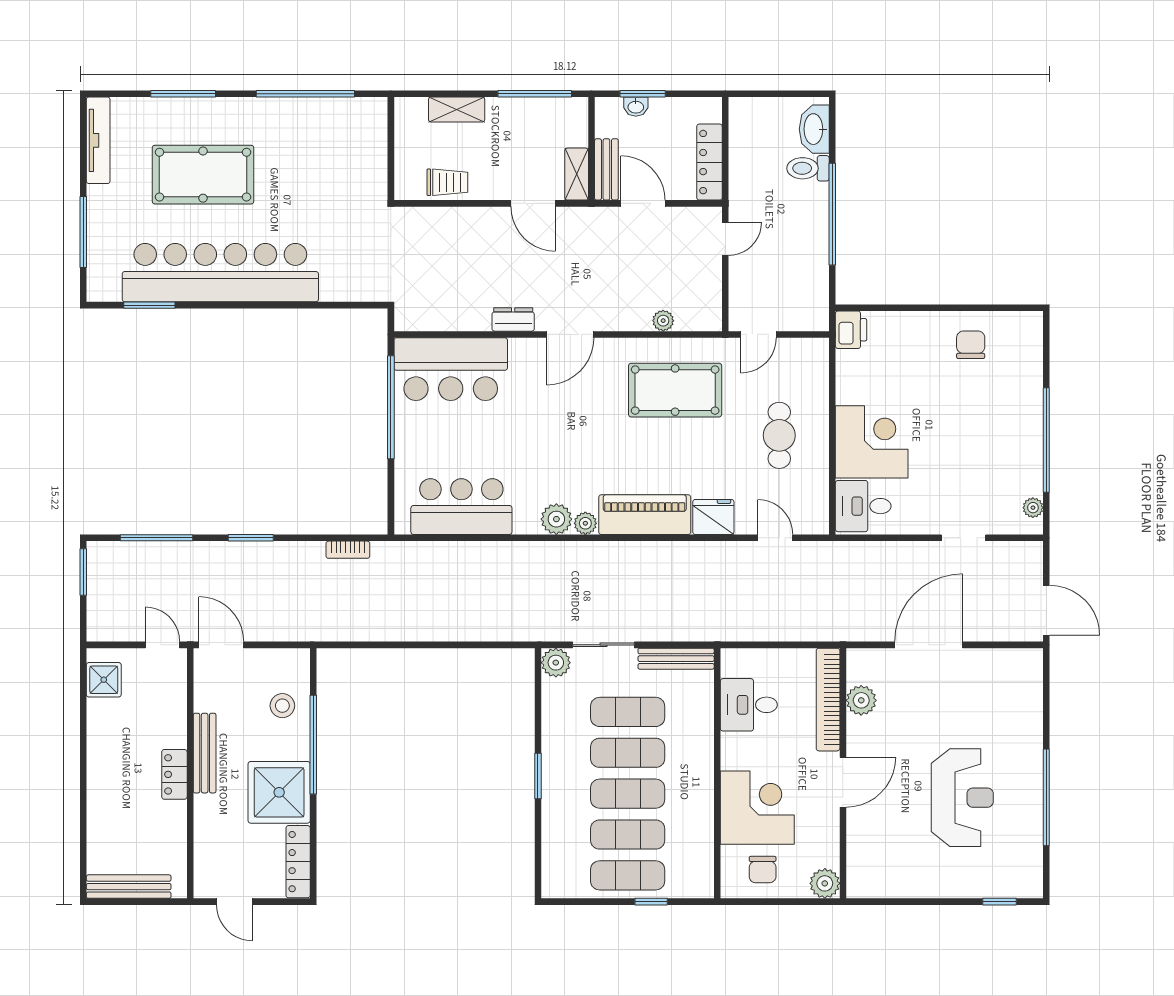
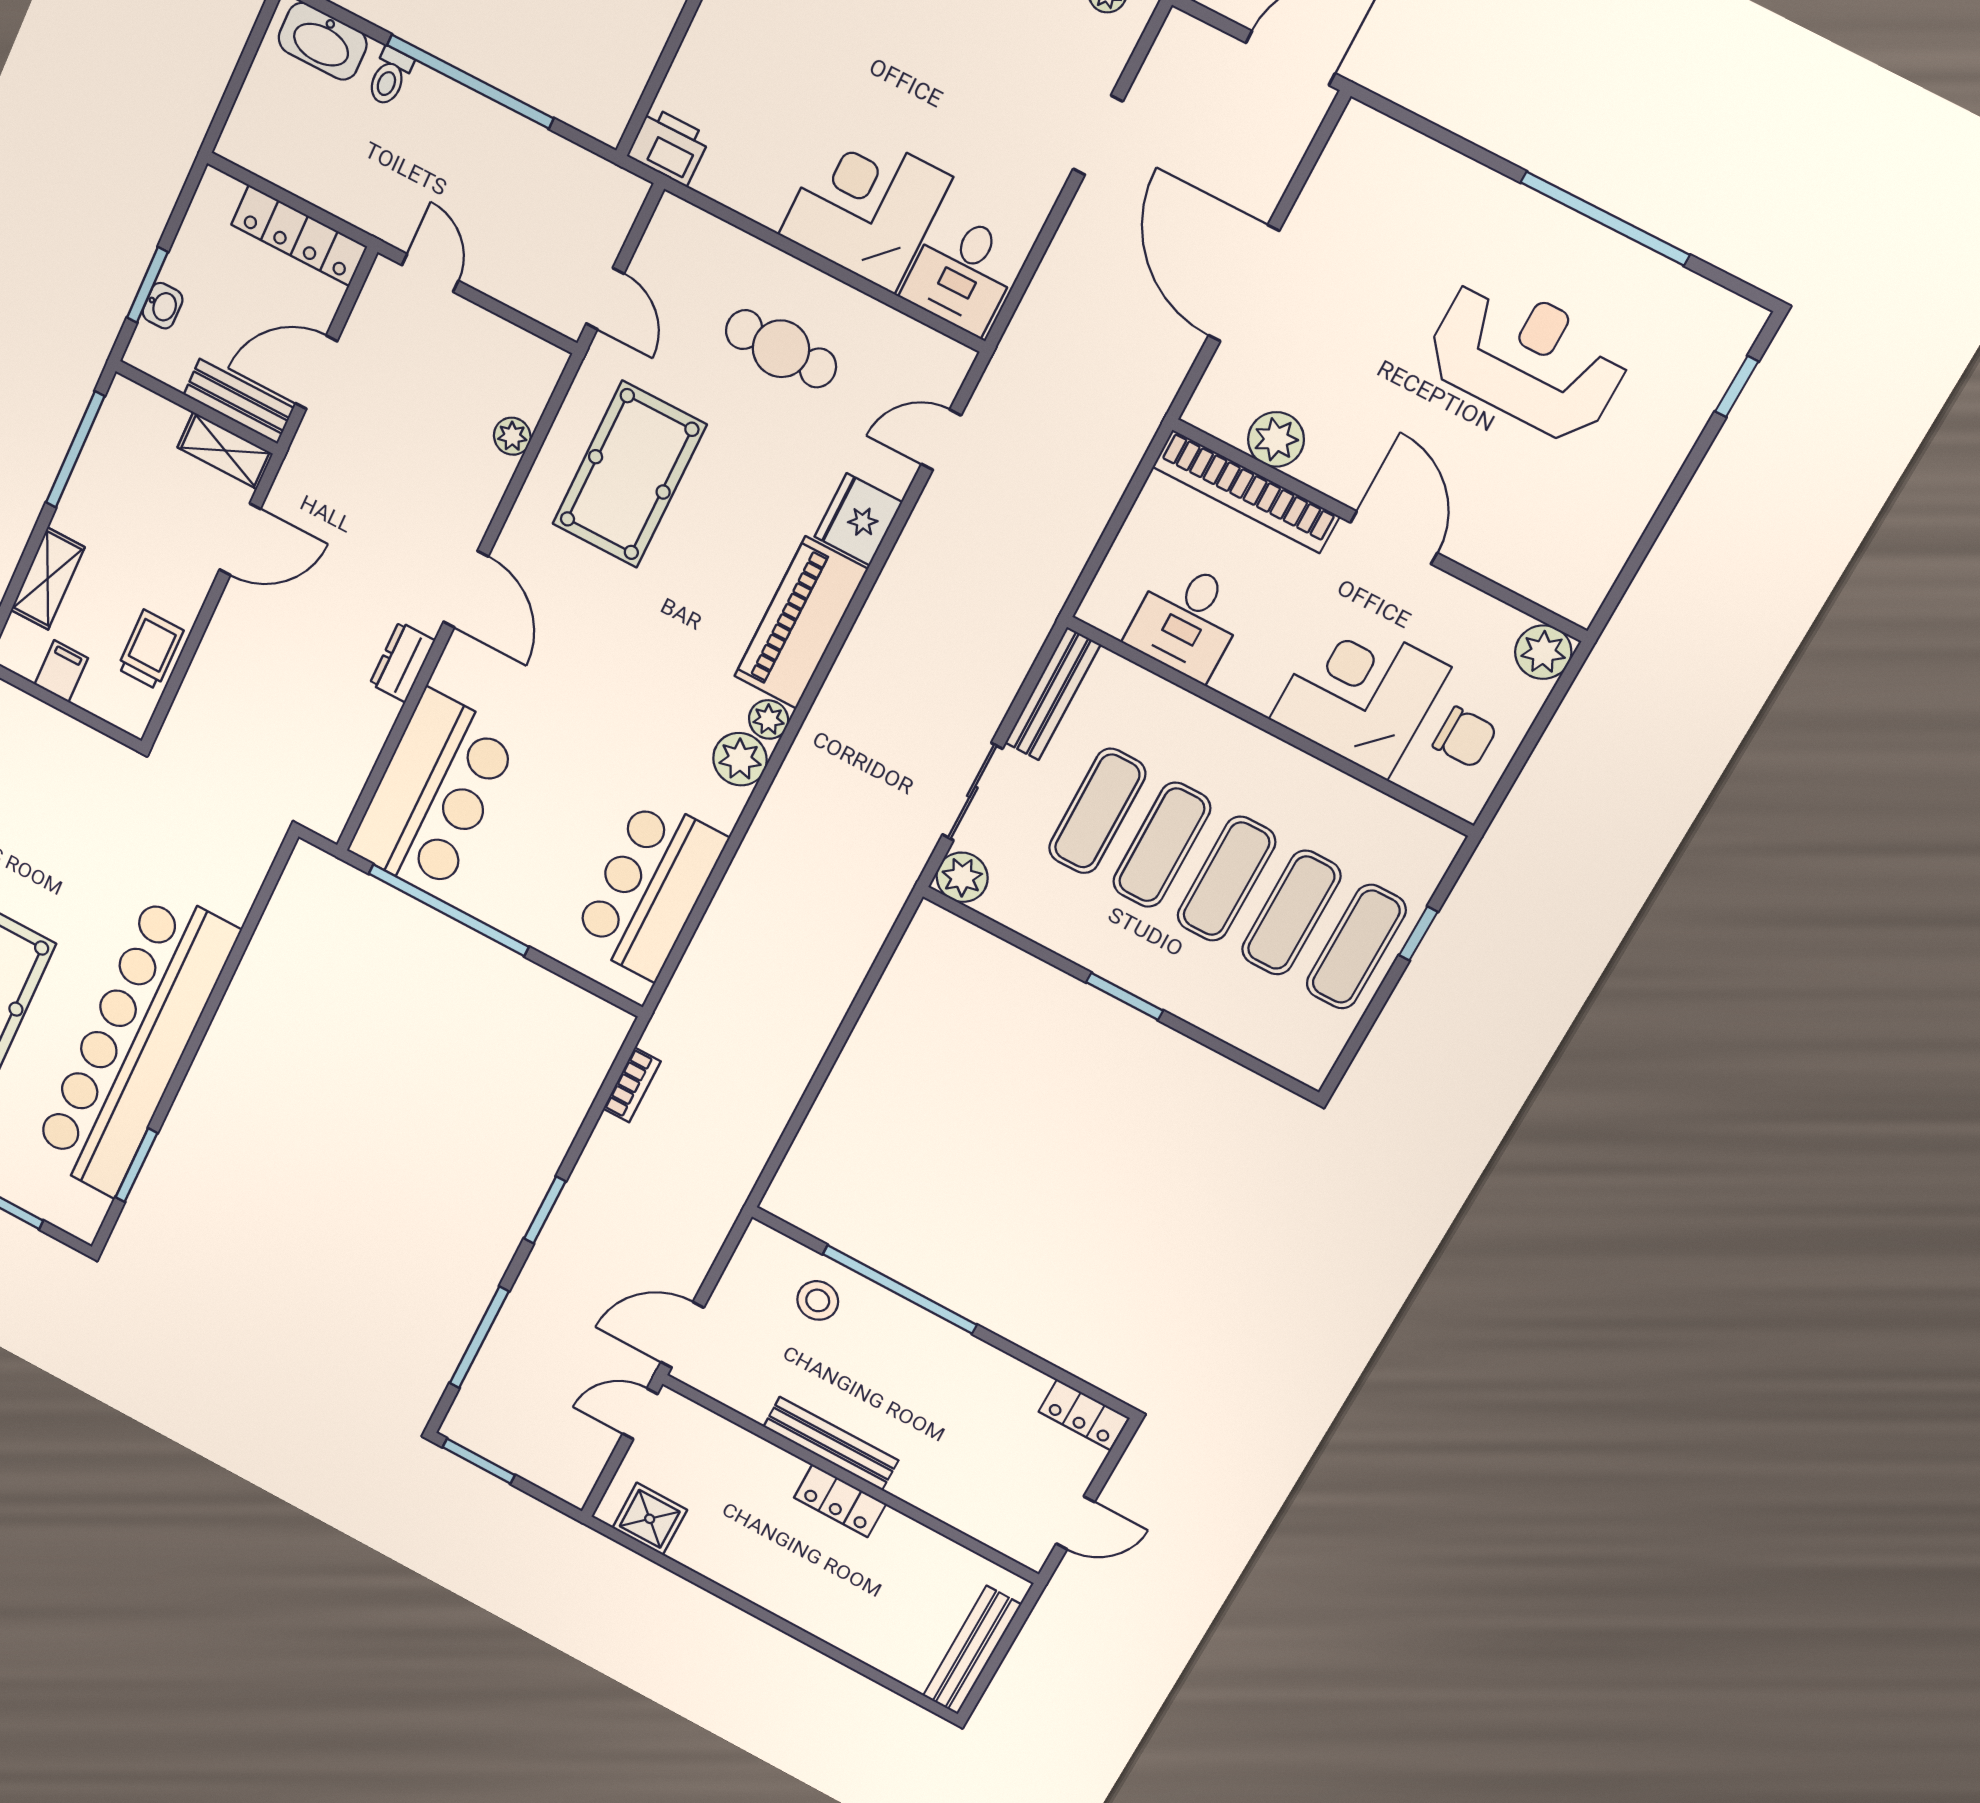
filing cabinet: (409, 139) -> (61, 671), added
toilet: (808, 168) -> (390, 77), width x0.73, depth x0.72
shower: (279, 792) -> (946, 1374), removed
locker: (298, 862) -> (1084, 1415), width x0.66

